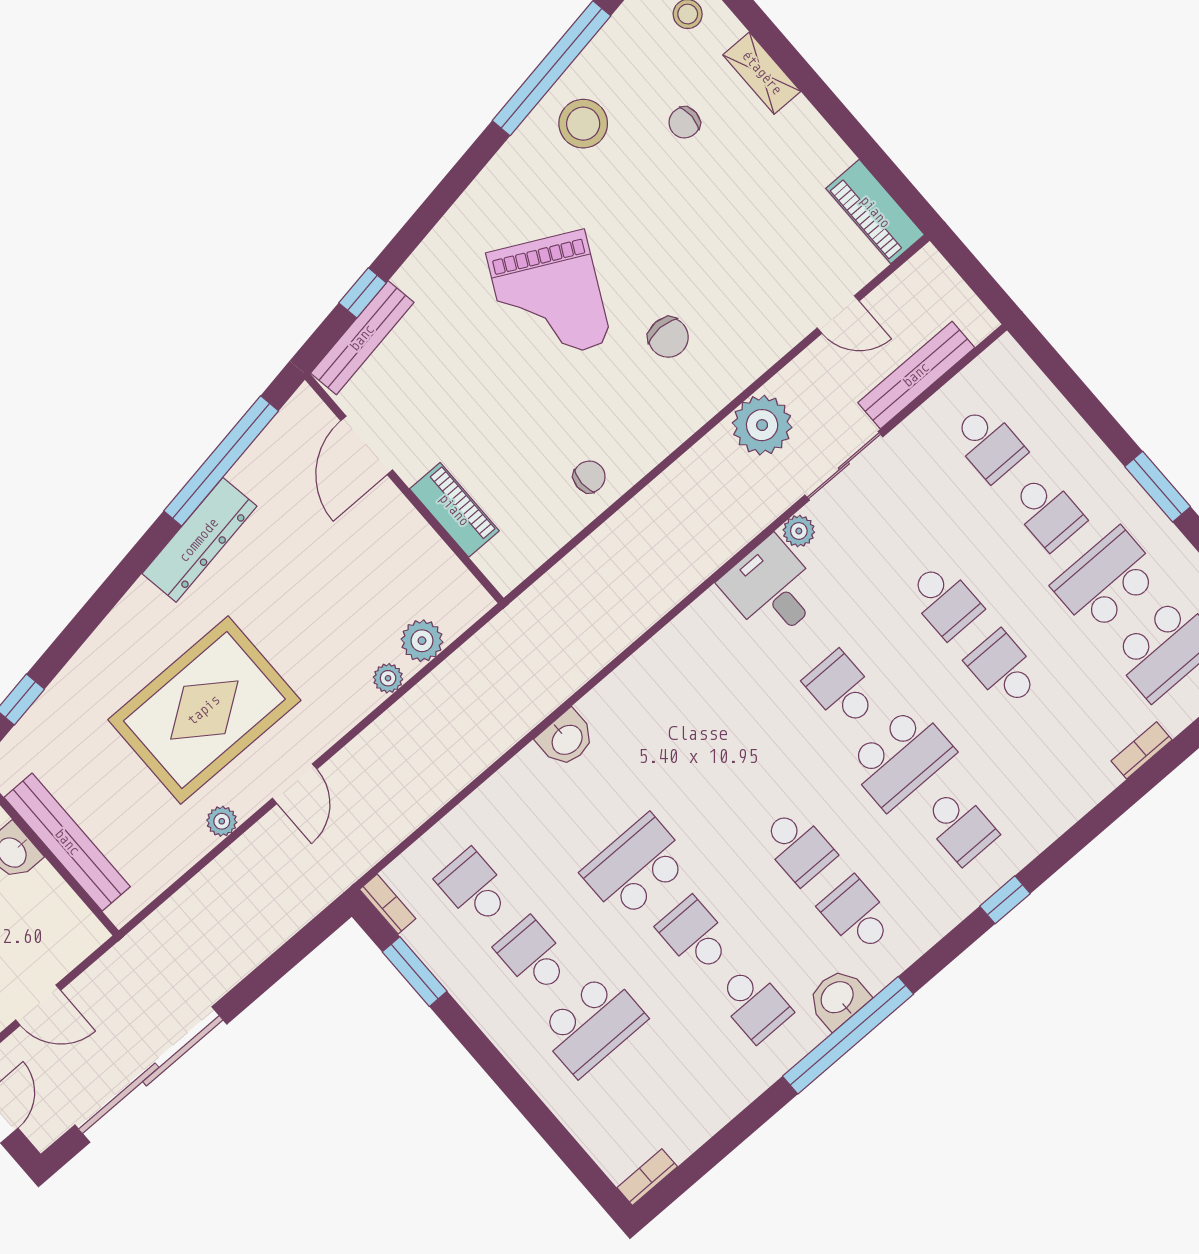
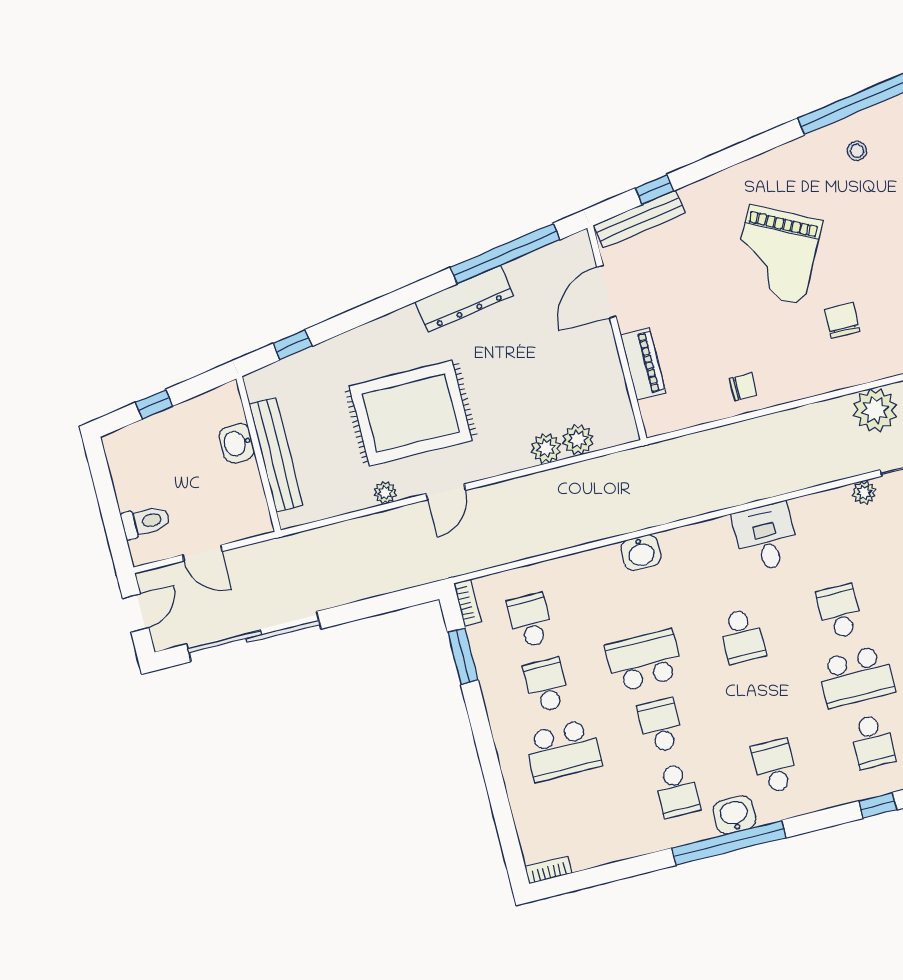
stool: (583, 124) -> (857, 151), width x0.53, depth x0.53
chair: (668, 337) -> (842, 321), turned 180
desk: (772, 589) -> (766, 537), moved
plant: (388, 678) -> (546, 448), width x1.38, depth x1.38
school desk: (798, 847) -> (742, 636), moved

